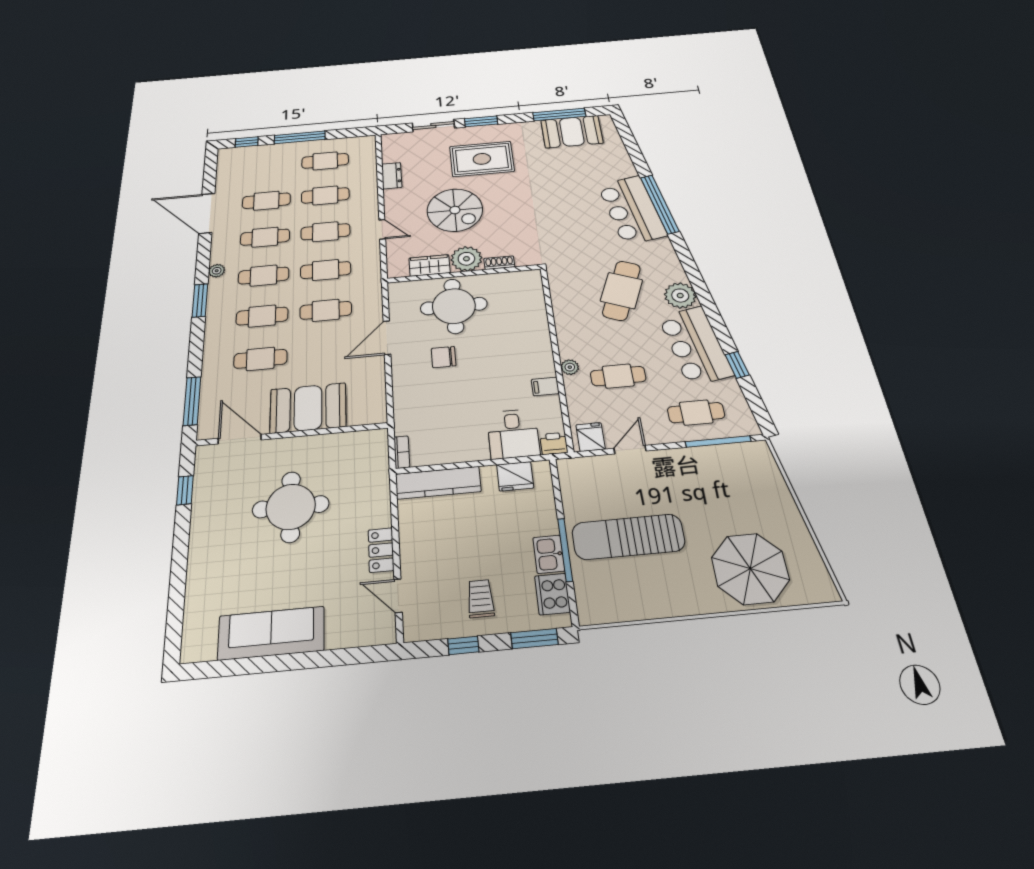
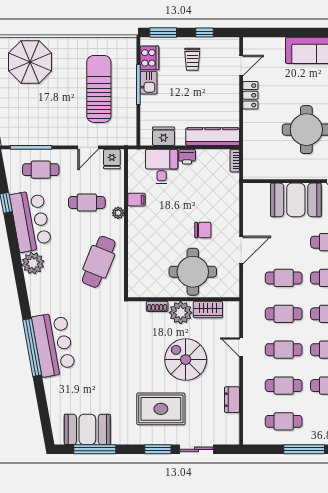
cafe table: (622, 290) -> (99, 262), moved
printer: (554, 444) -> (187, 157), moved
sun lounger: (628, 537) -> (99, 89), turned -90
door: (398, 596) -> (241, 66), hinge flipped

